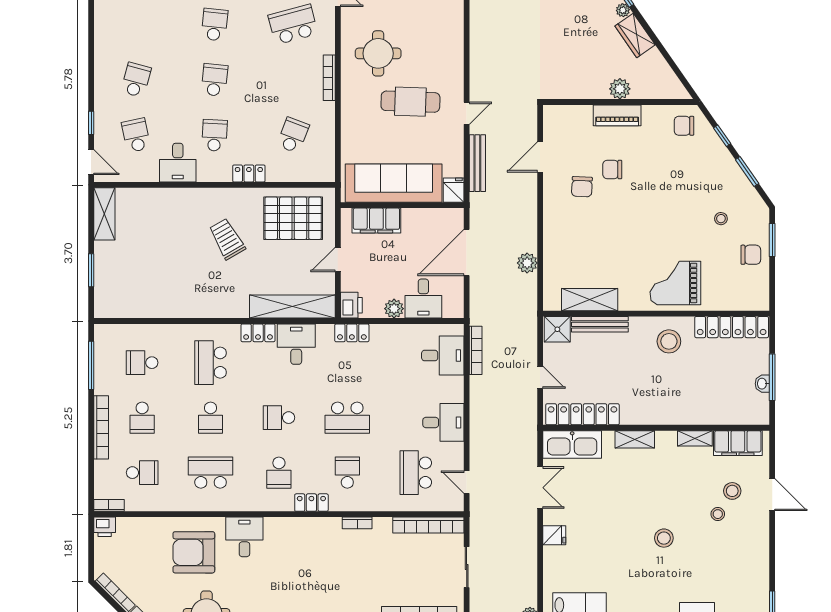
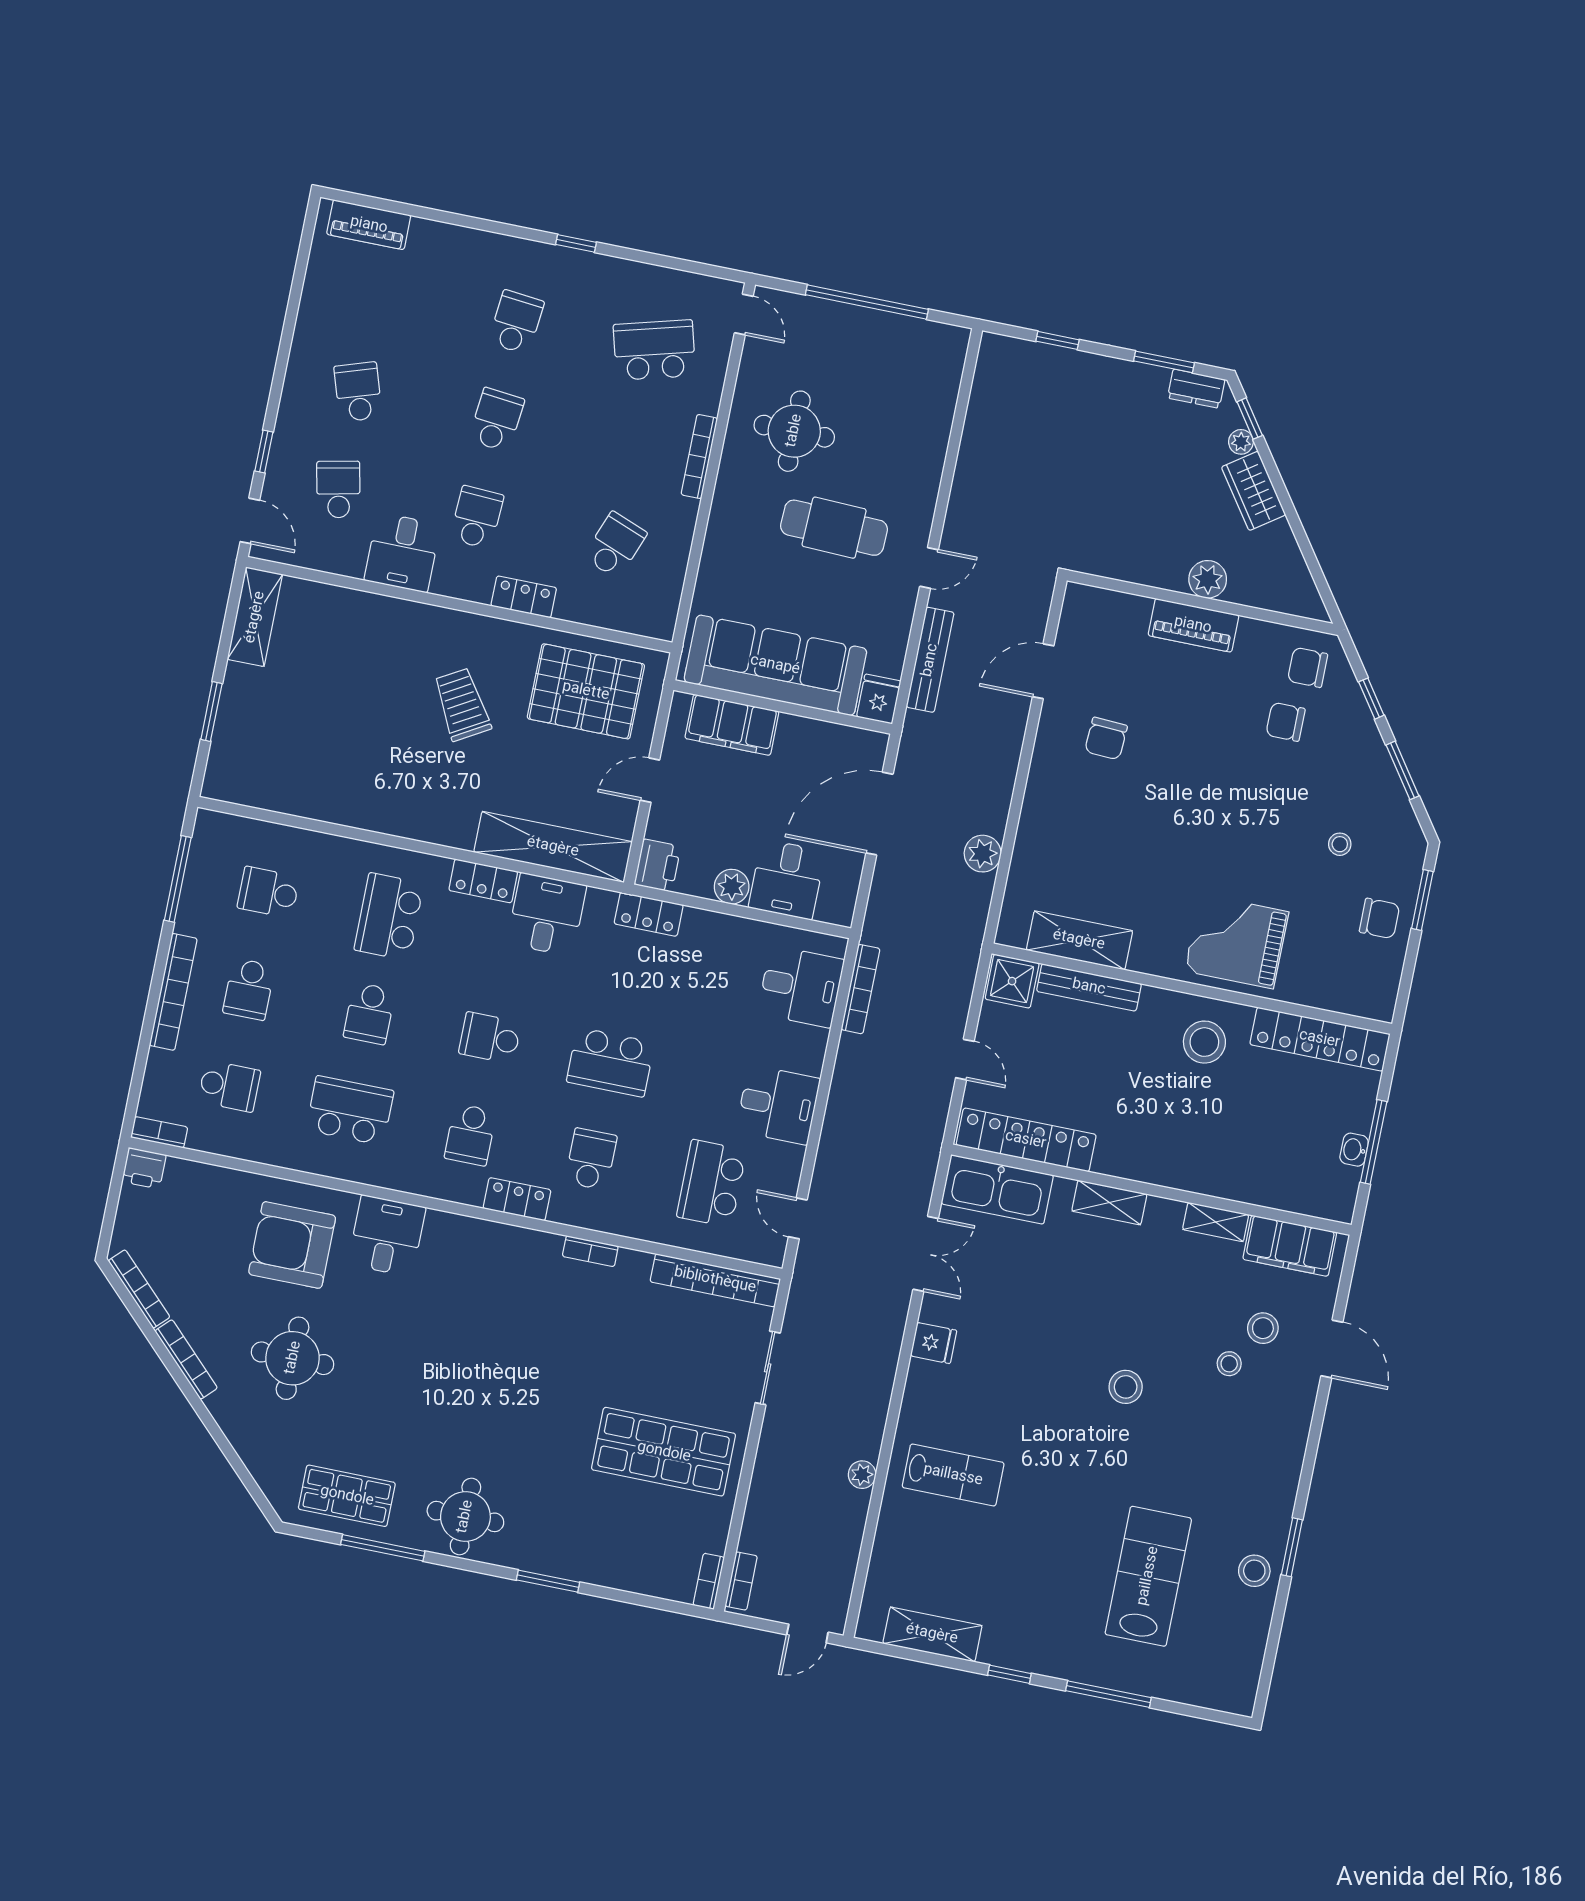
school desk: (136, 80) -> (358, 392), turned -33
chair: (612, 169) -> (1286, 722), moved

